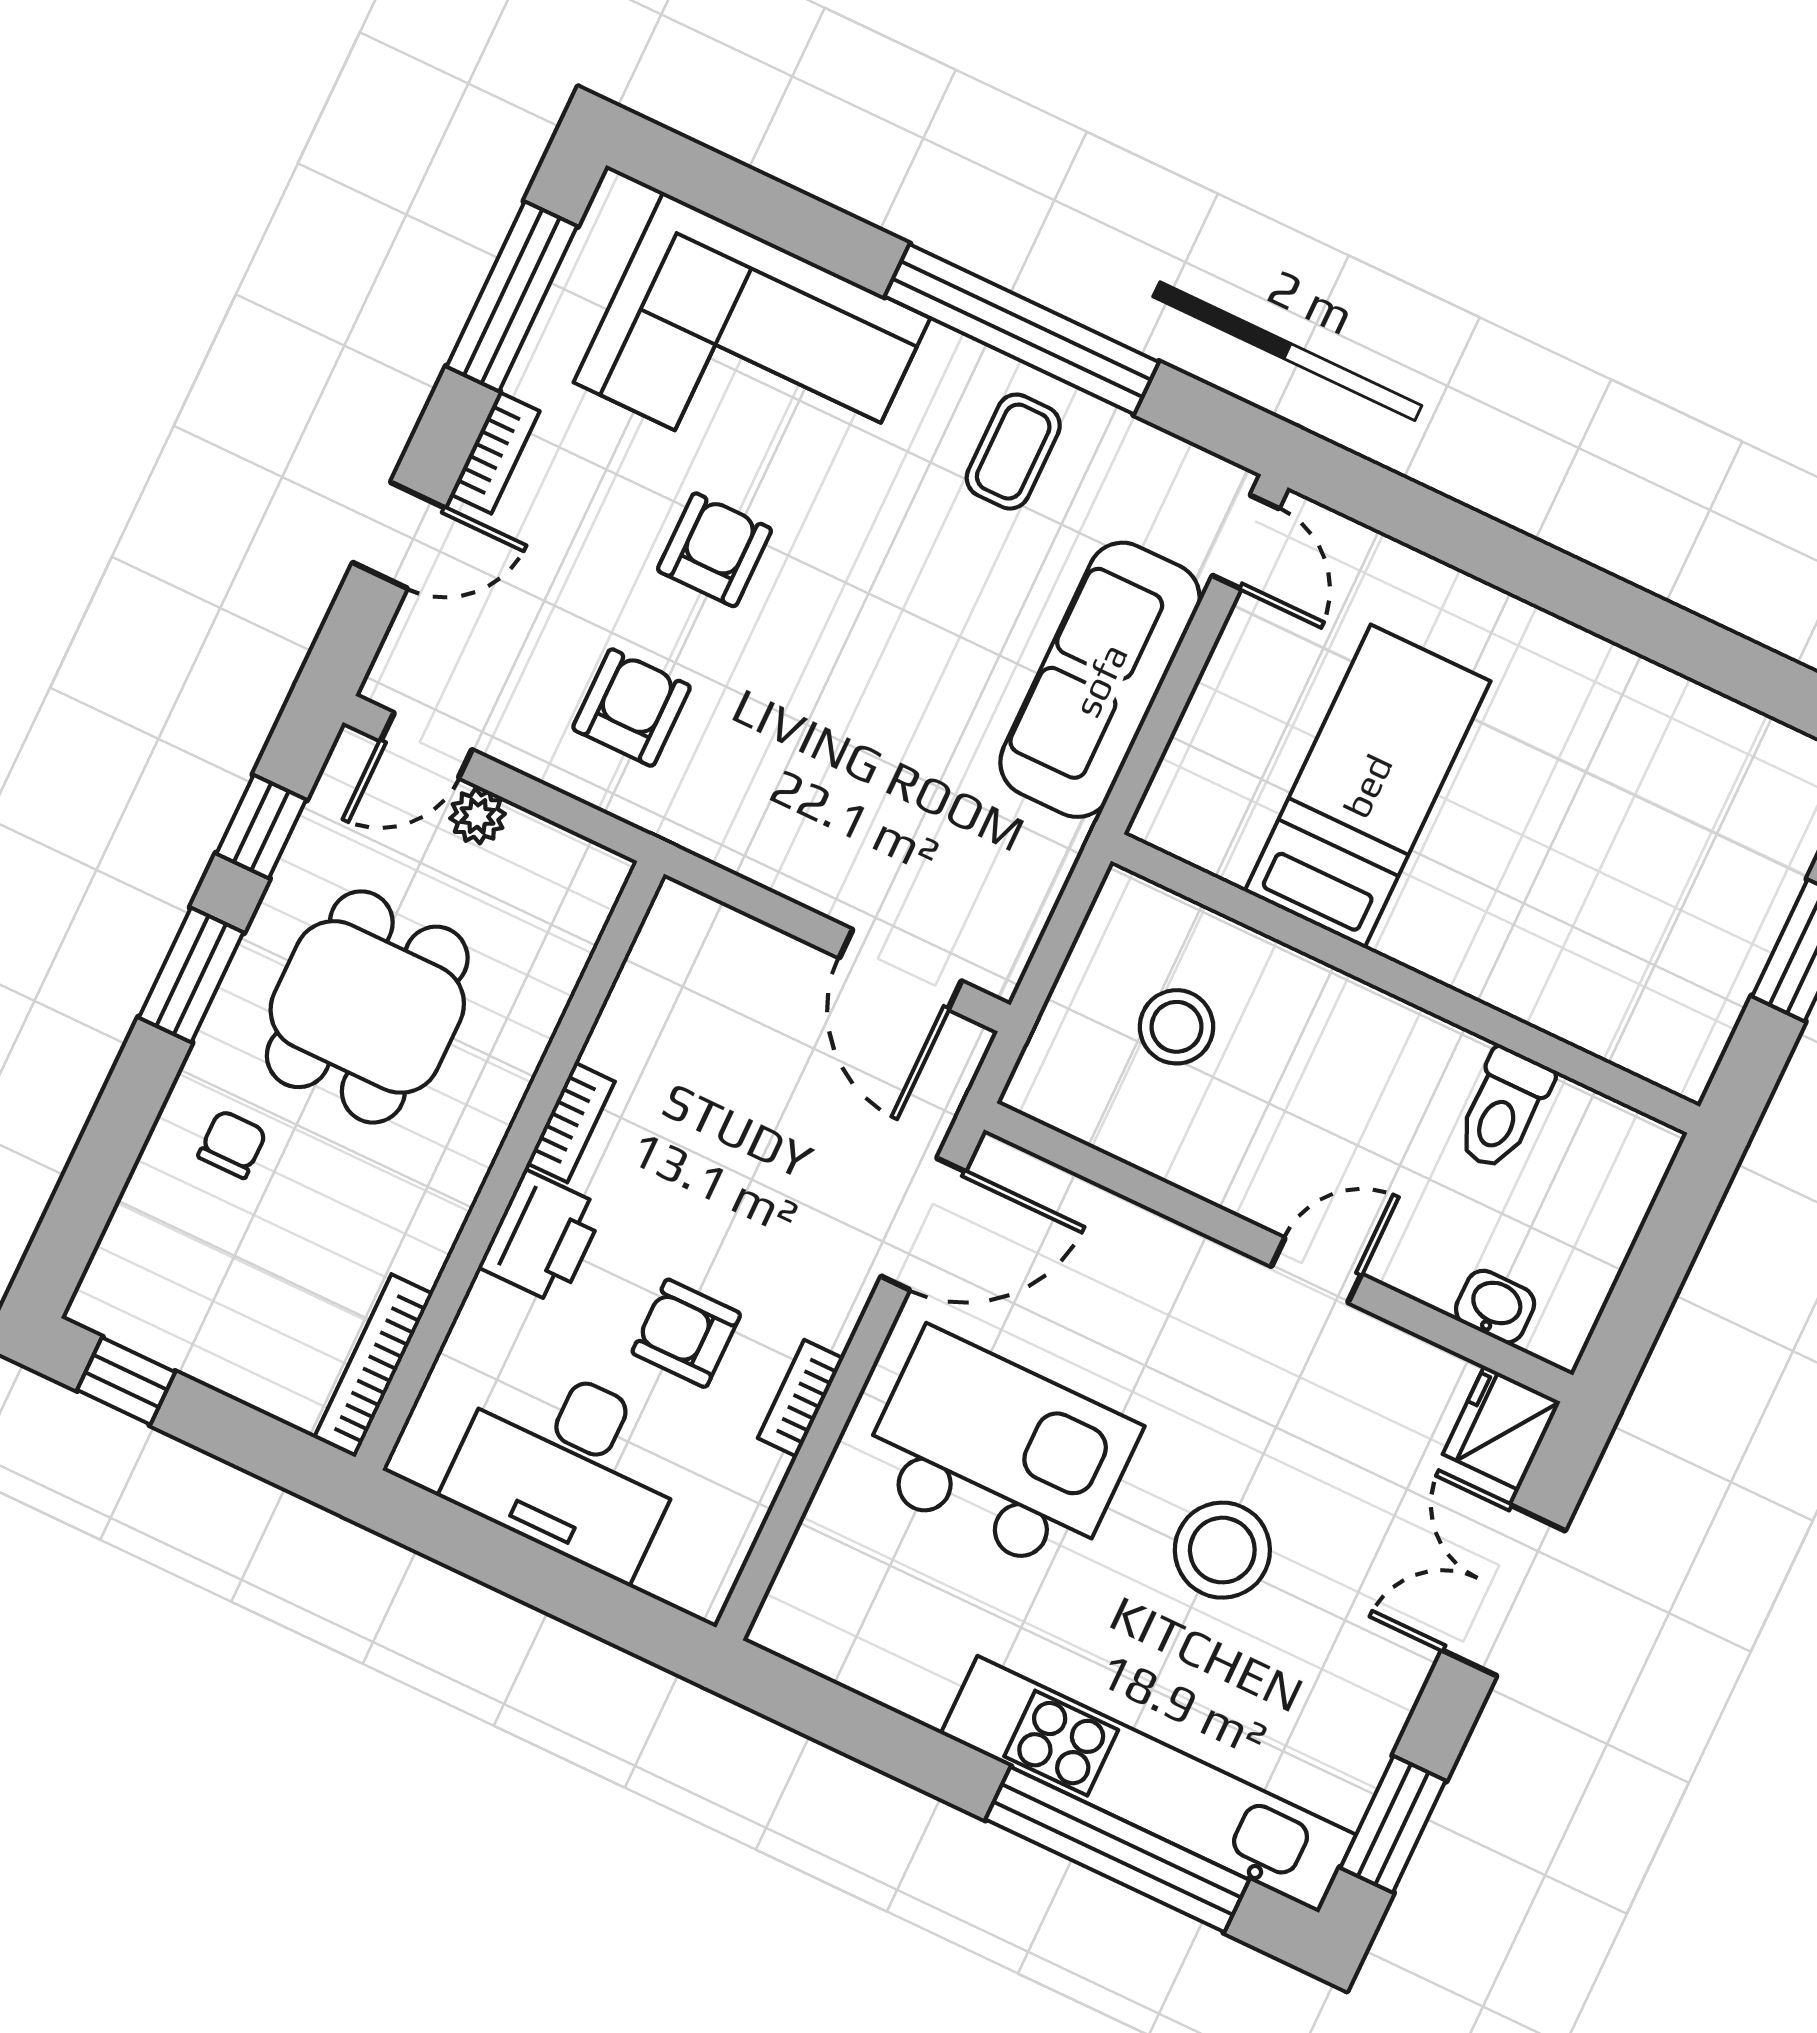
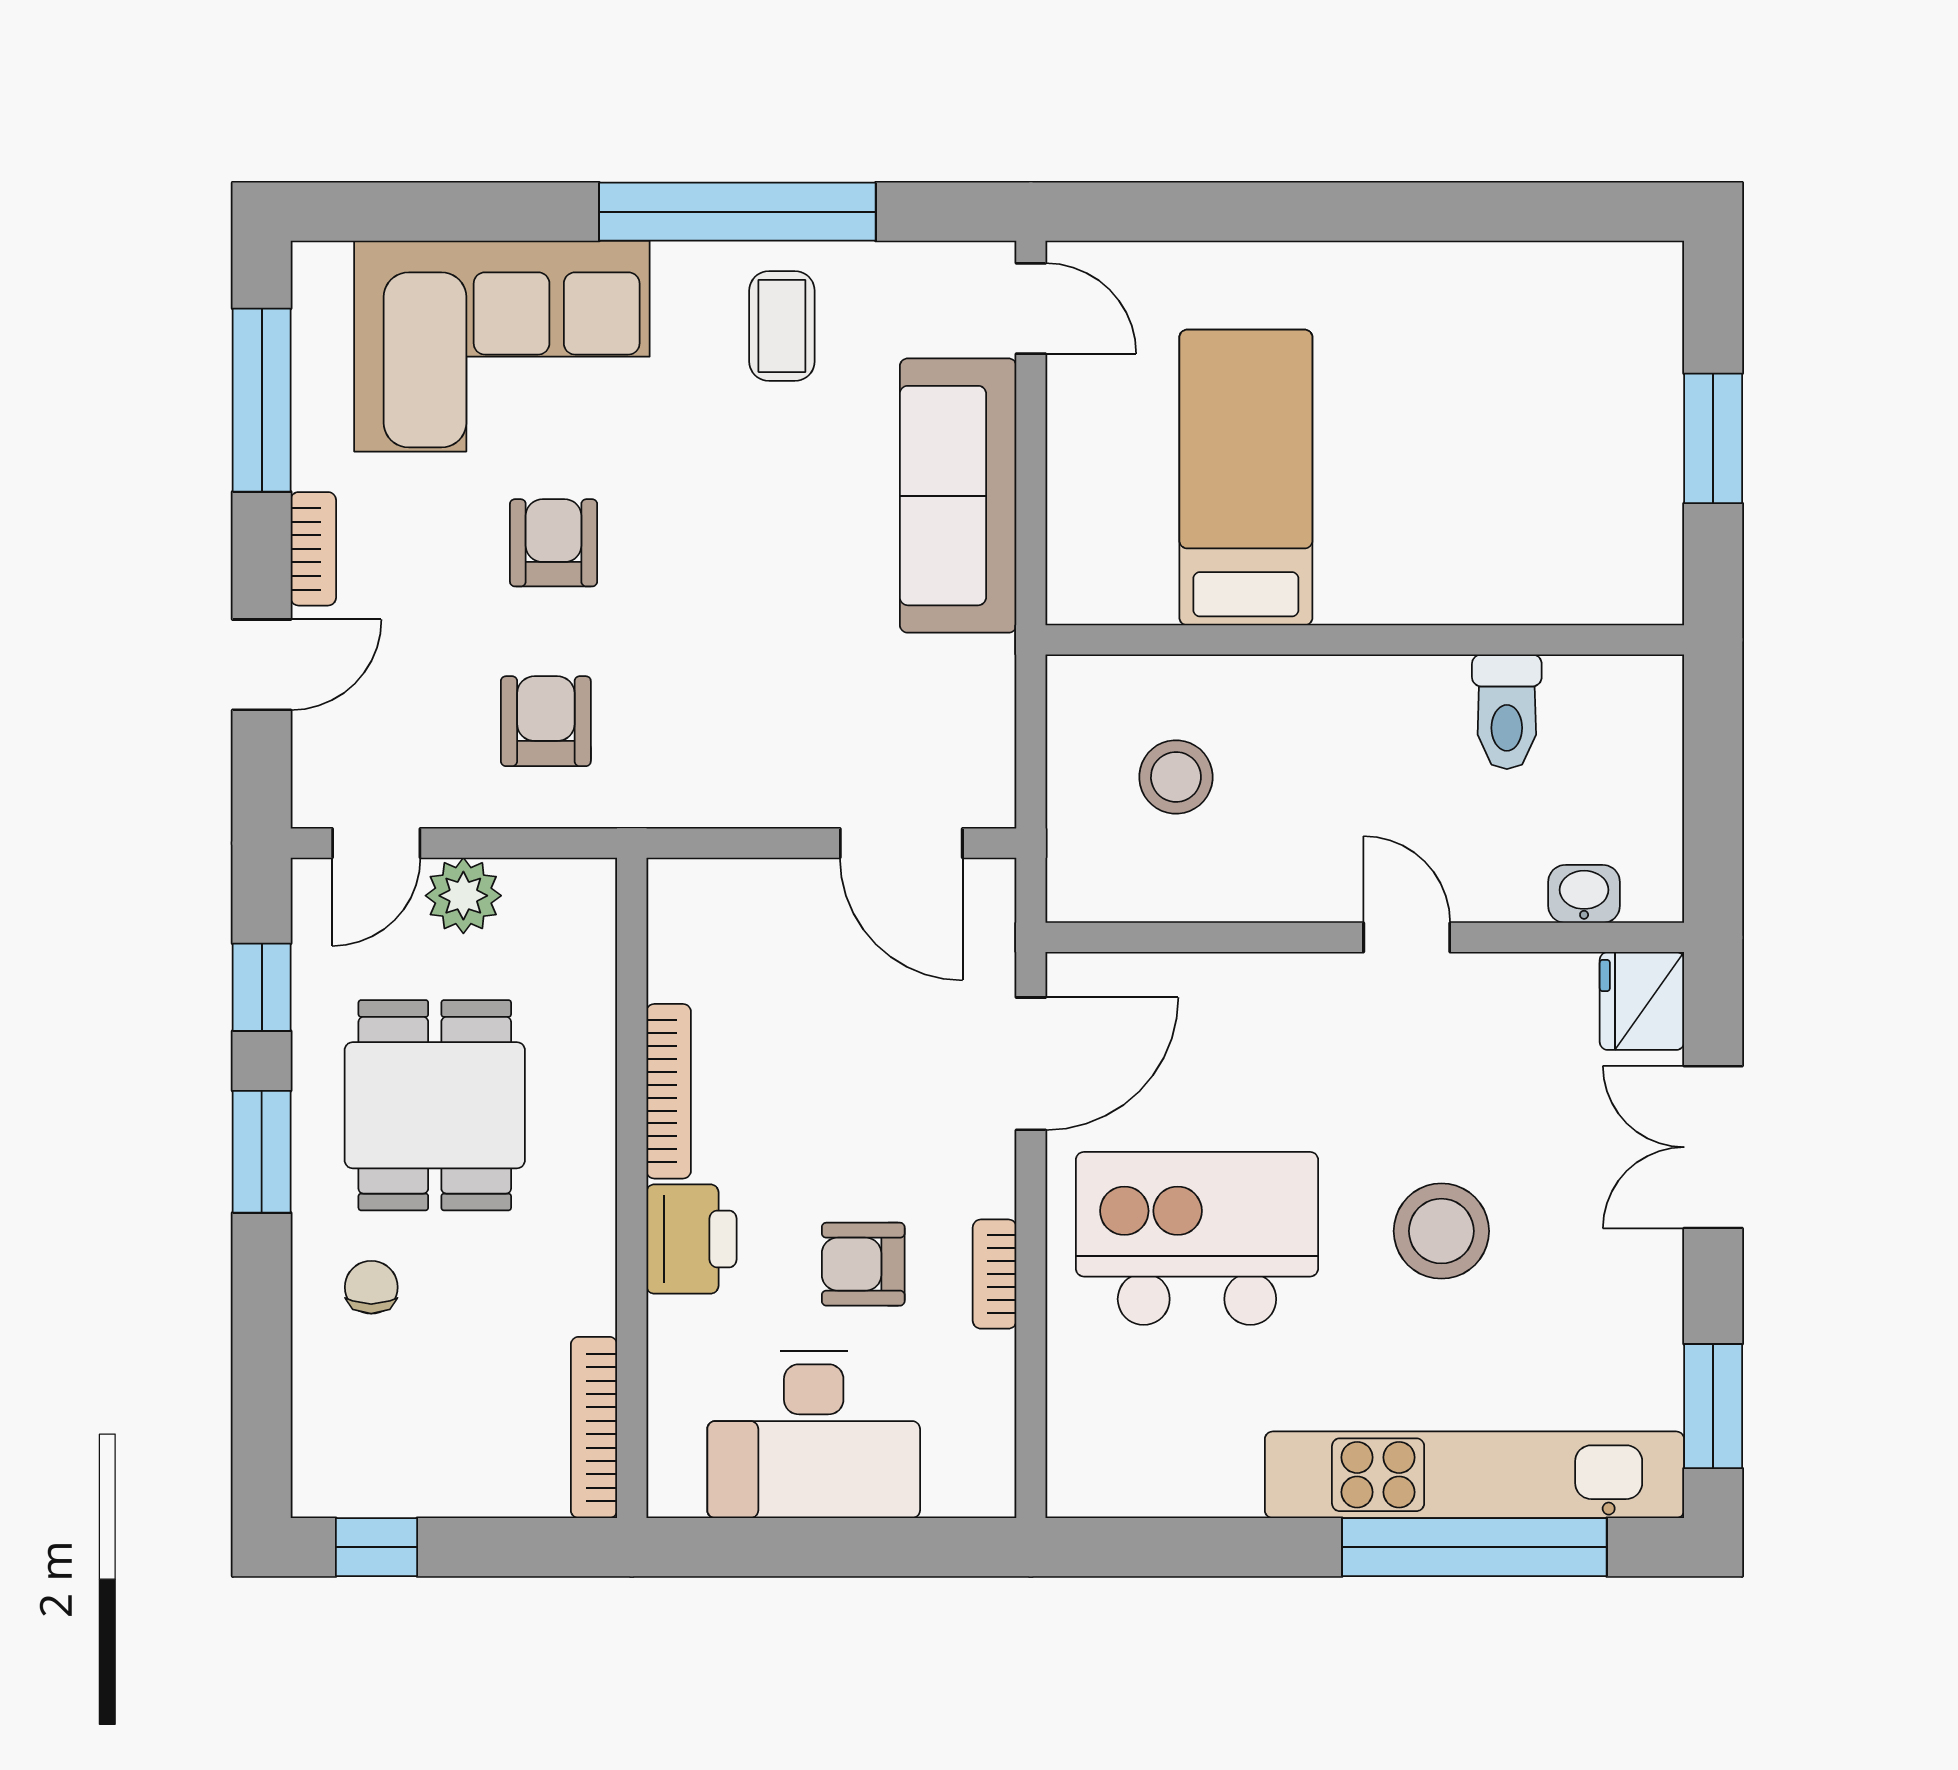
plant: (478, 816) -> (463, 896), width x1.38, depth x1.38
bookcase: (571, 1122) -> (669, 1091), width x1.56
door: (1316, 1270) -> (1407, 937), hinge flipped

